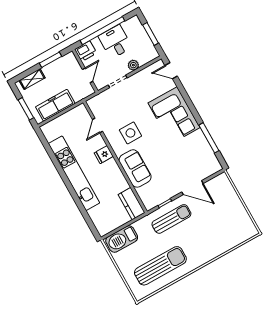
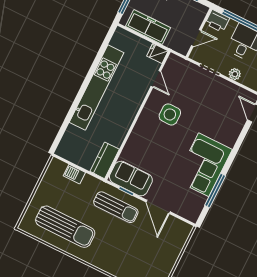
corner sofa: (174, 115) -> (204, 165), moved
door: (97, 125) -> (156, 79), swing flipped
fridge: (104, 155) -> (157, 53), moved
sofa: (135, 168) -> (131, 179), moved, turned -90
barbecue: (122, 239) -> (74, 174), width x0.53, depth x0.65

